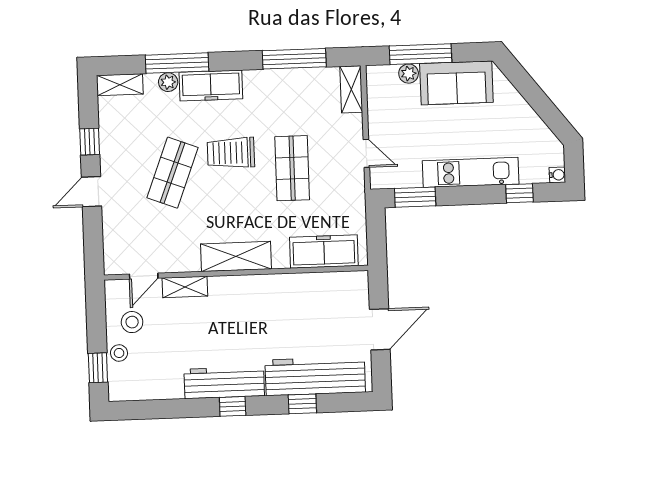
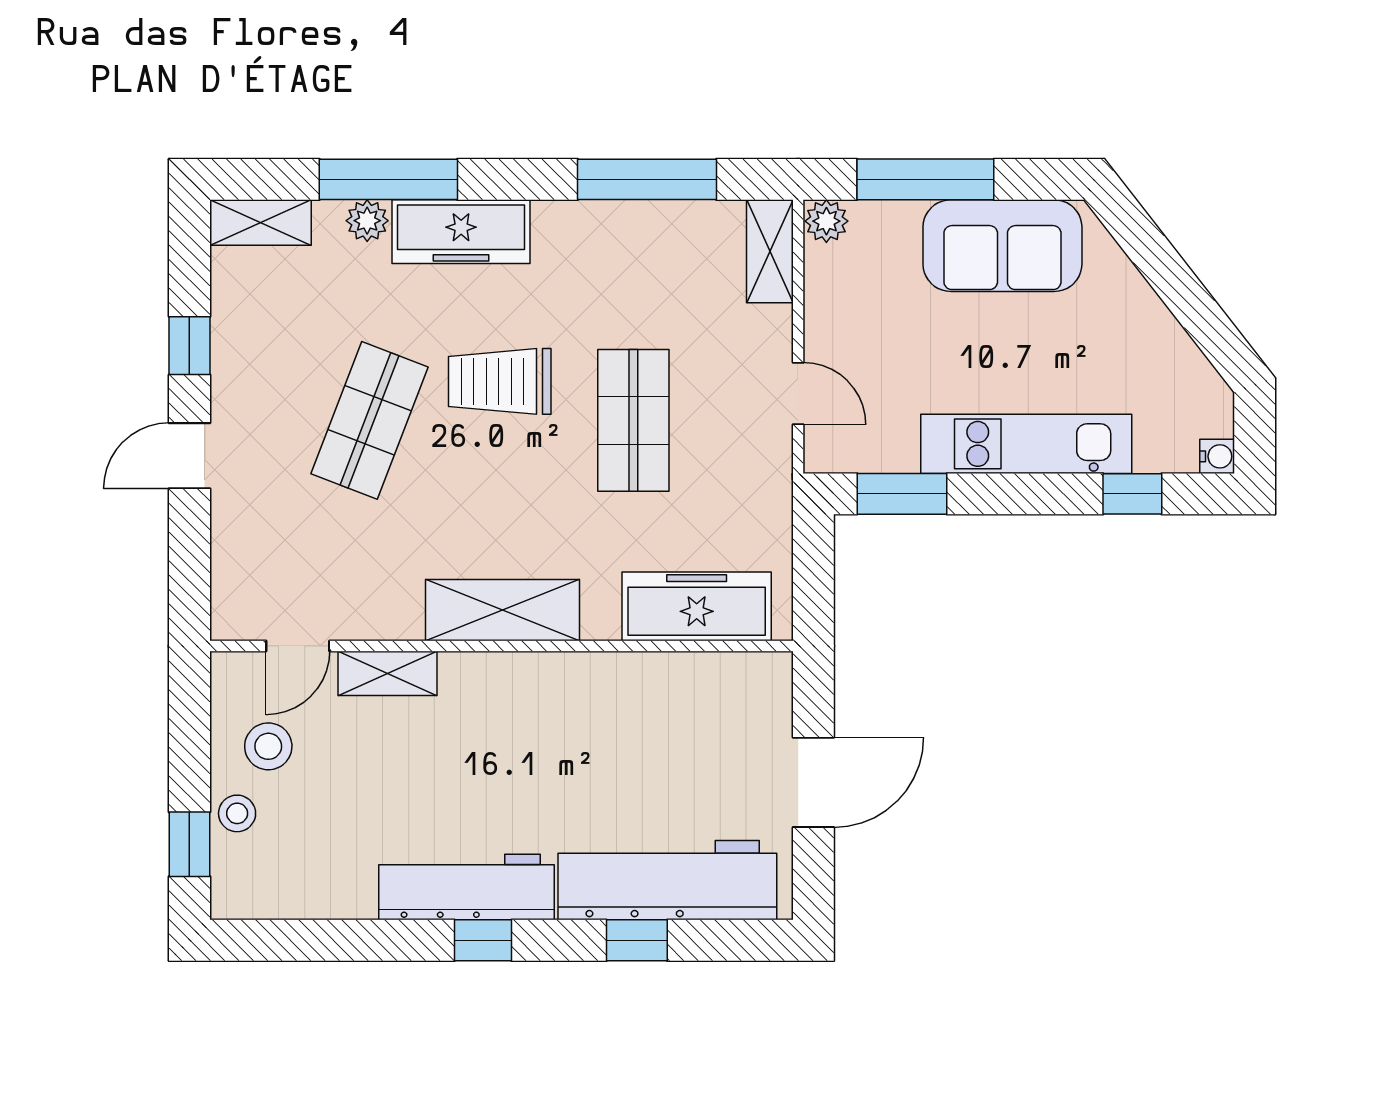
plant: (409, 74) -> (826, 221), moved

